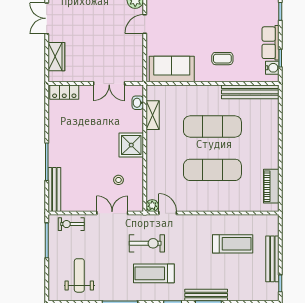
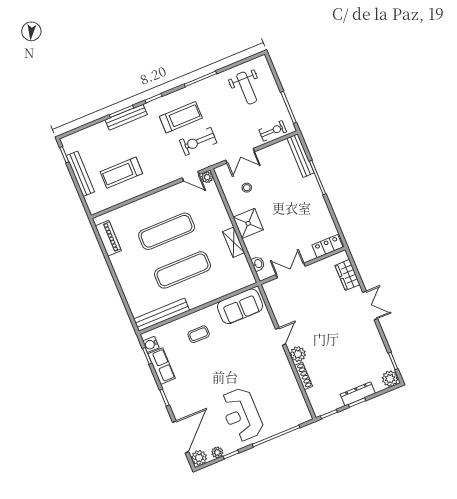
shelving: (153, 115) -> (234, 242), moved

